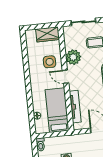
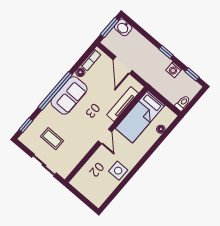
wardrobe: (48, 34) -> (83, 186), removed
plant: (73, 57) -> (82, 145), removed
side table: (50, 62) -> (118, 171), moved

